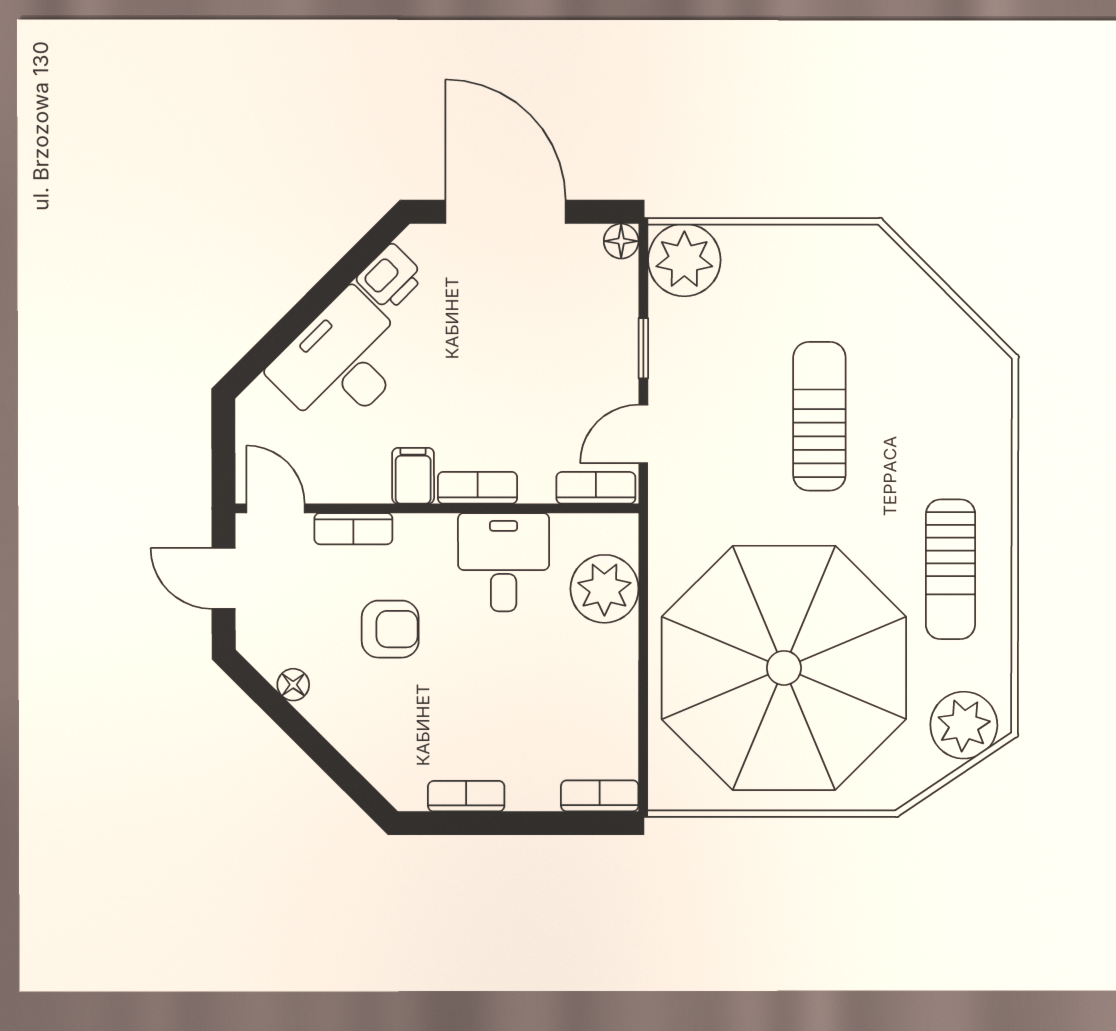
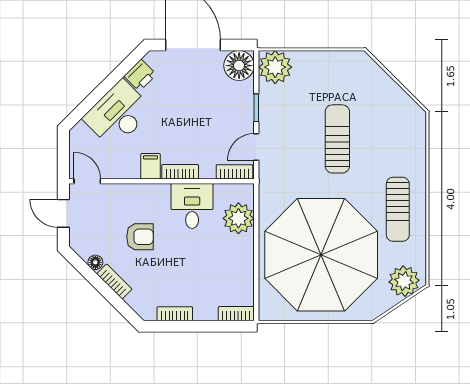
floor lamp: (621, 241) -> (239, 66), width x1.89, depth x1.89
bookcase: (353, 529) -> (114, 282), moved, turned -135

